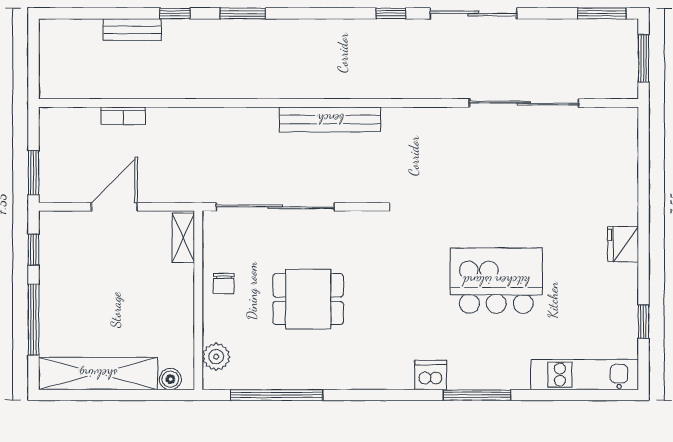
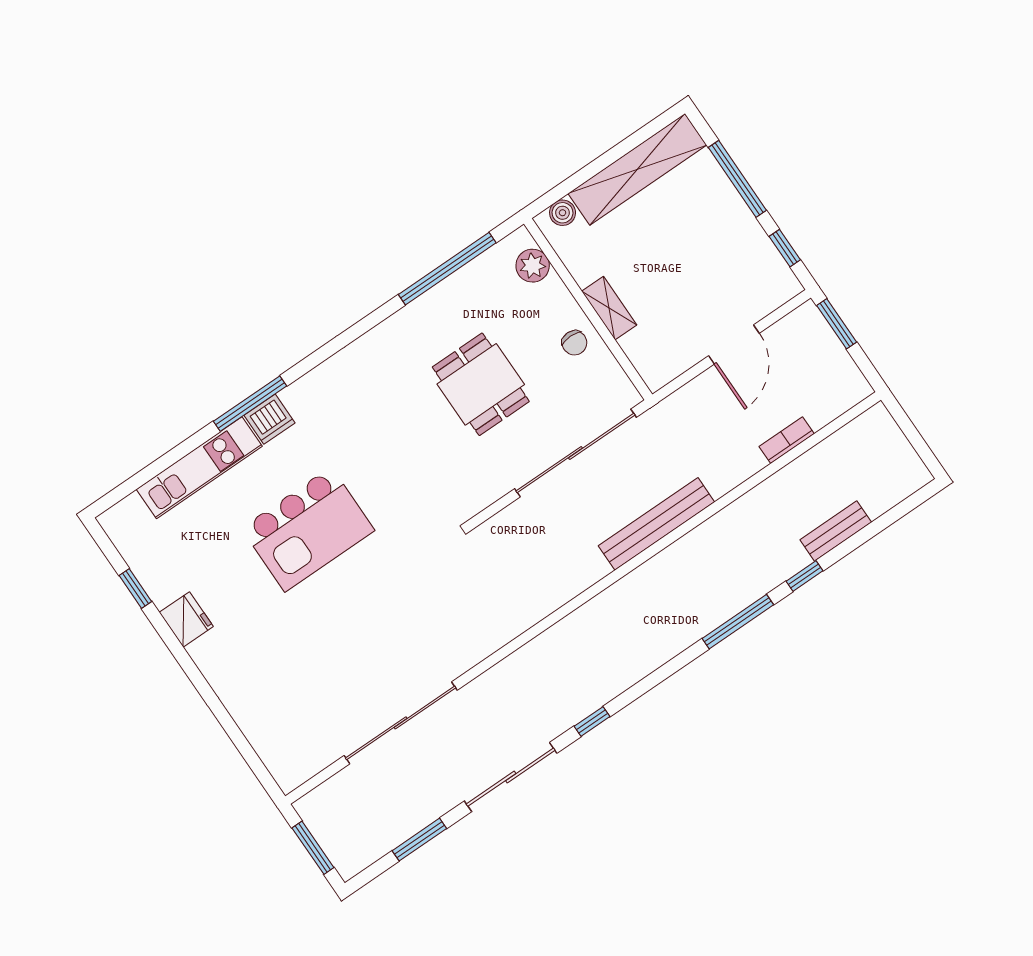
window: (243, 13) -> (738, 622), width x1.44
window: (602, 13) -> (419, 840), moved
bench: (330, 119) -> (656, 524), moved
shelving: (183, 238) -> (609, 308), moved
fridge: (623, 244) -> (186, 619), moved
chair: (224, 283) -> (574, 343), turned 180
dining table: (308, 299) -> (481, 384), turned 90
dishwasher: (431, 375) -> (270, 419), moved
kitchen unit: (585, 375) -> (199, 468), moved

